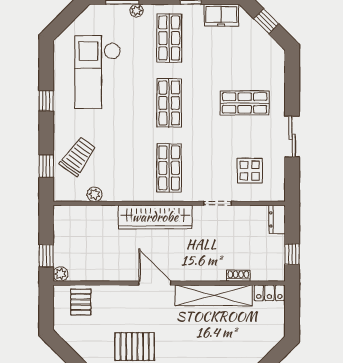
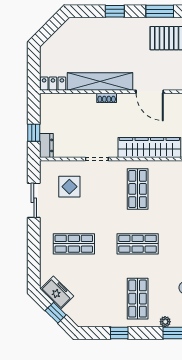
freezer: (221, 15) -> (57, 293), moved, turned 45
shop shelf: (169, 103) -> (138, 244), turned 90
sliding door: (292, 137) -> (34, 200), moved
window: (292, 254) -> (34, 133), moved
shoe rack: (238, 276) -> (107, 98), moved

